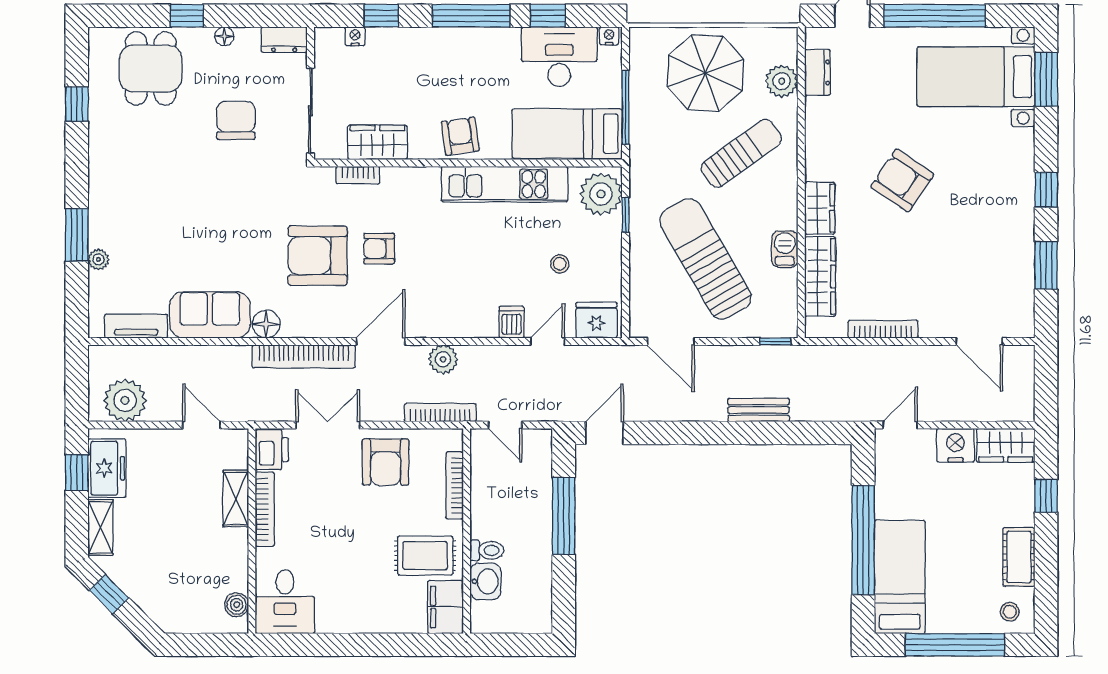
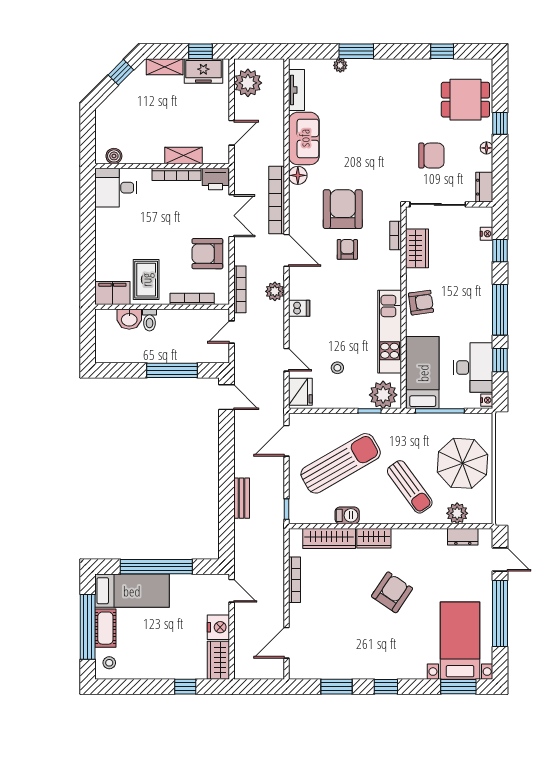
dishwasher: (512, 322) -> (299, 308), moved
cot: (1019, 557) -> (105, 628), moved, turned 90

